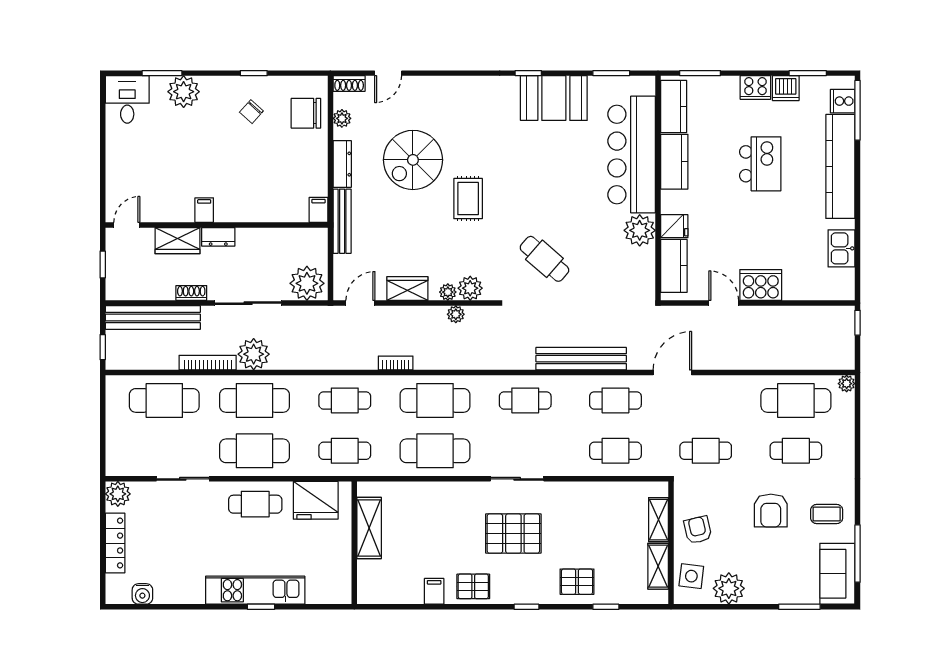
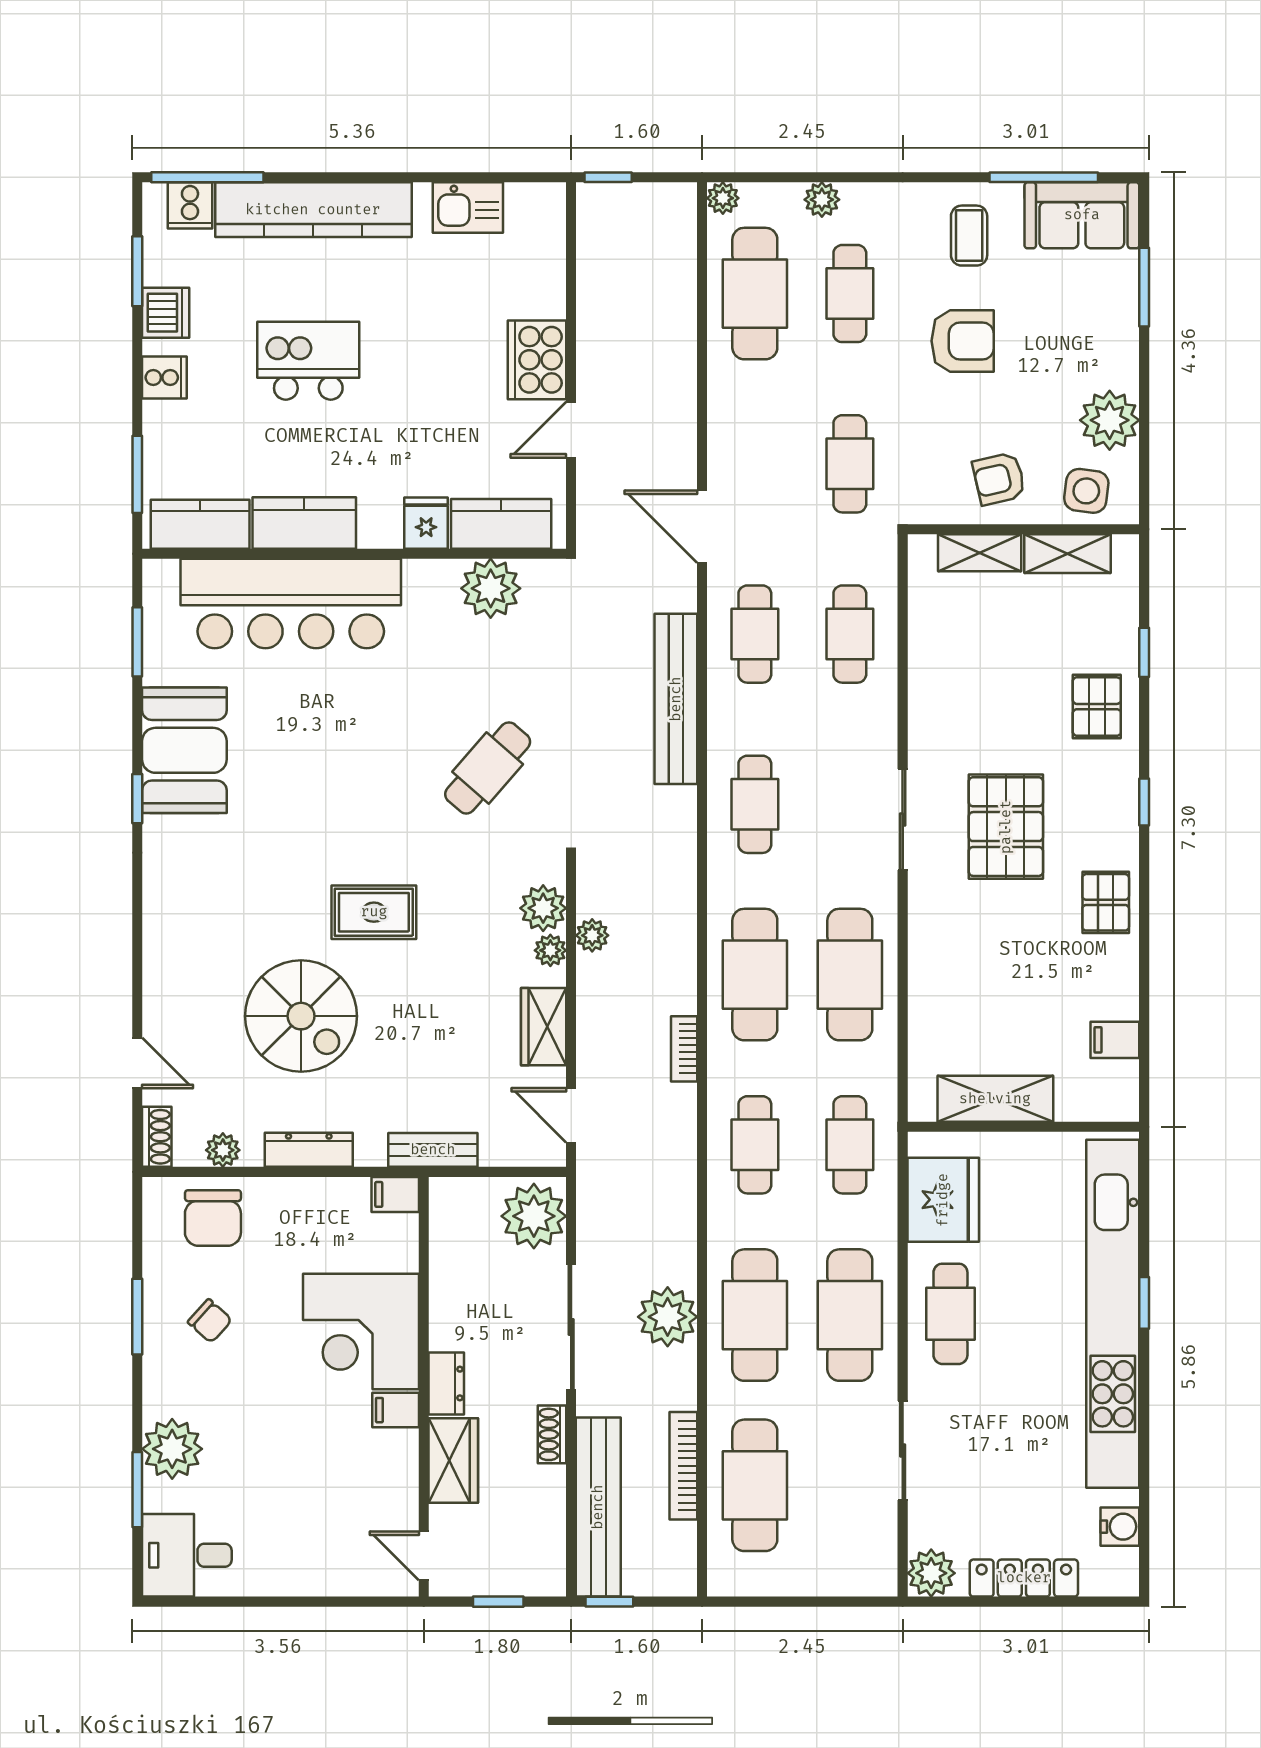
window: (254, 73) -> (137, 1317), width x1.50
cooker: (755, 88) -> (164, 378), width x0.73
corner desk: (246, 192) -> (361, 1332), added
bench: (342, 221) -> (433, 1150), width x0.73
plant: (640, 230) -> (491, 588), moved
window: (103, 347) -> (609, 1602), moved
bookcase: (208, 363) -> (683, 1466), moved
plant: (846, 436) -> (822, 200), added
kitchen unit: (255, 590) -> (1113, 1314), width x1.86
filing cabinet: (434, 591) -> (1115, 1040), moved

